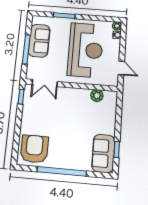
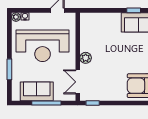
reception desk: (85, 50) -> (43, 46), turned 180
double door: (45, 83) -> (78, 82), swing flipped
plant: (97, 96) -> (86, 58), moved

